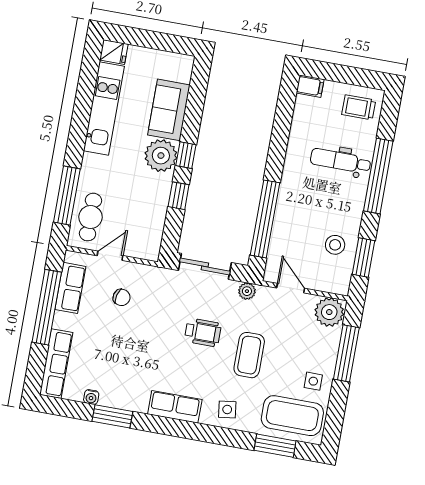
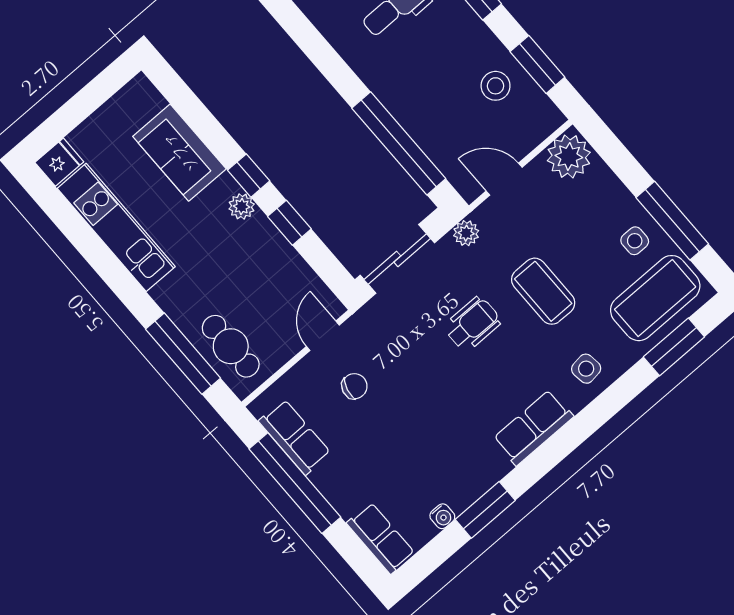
plant: (161, 156) -> (242, 207), width x0.53, depth x0.53
door: (110, 256) -> (323, 336), moved
window: (346, 353) -> (672, 221), moved
row of seats: (56, 364) -> (381, 538), width x0.68

